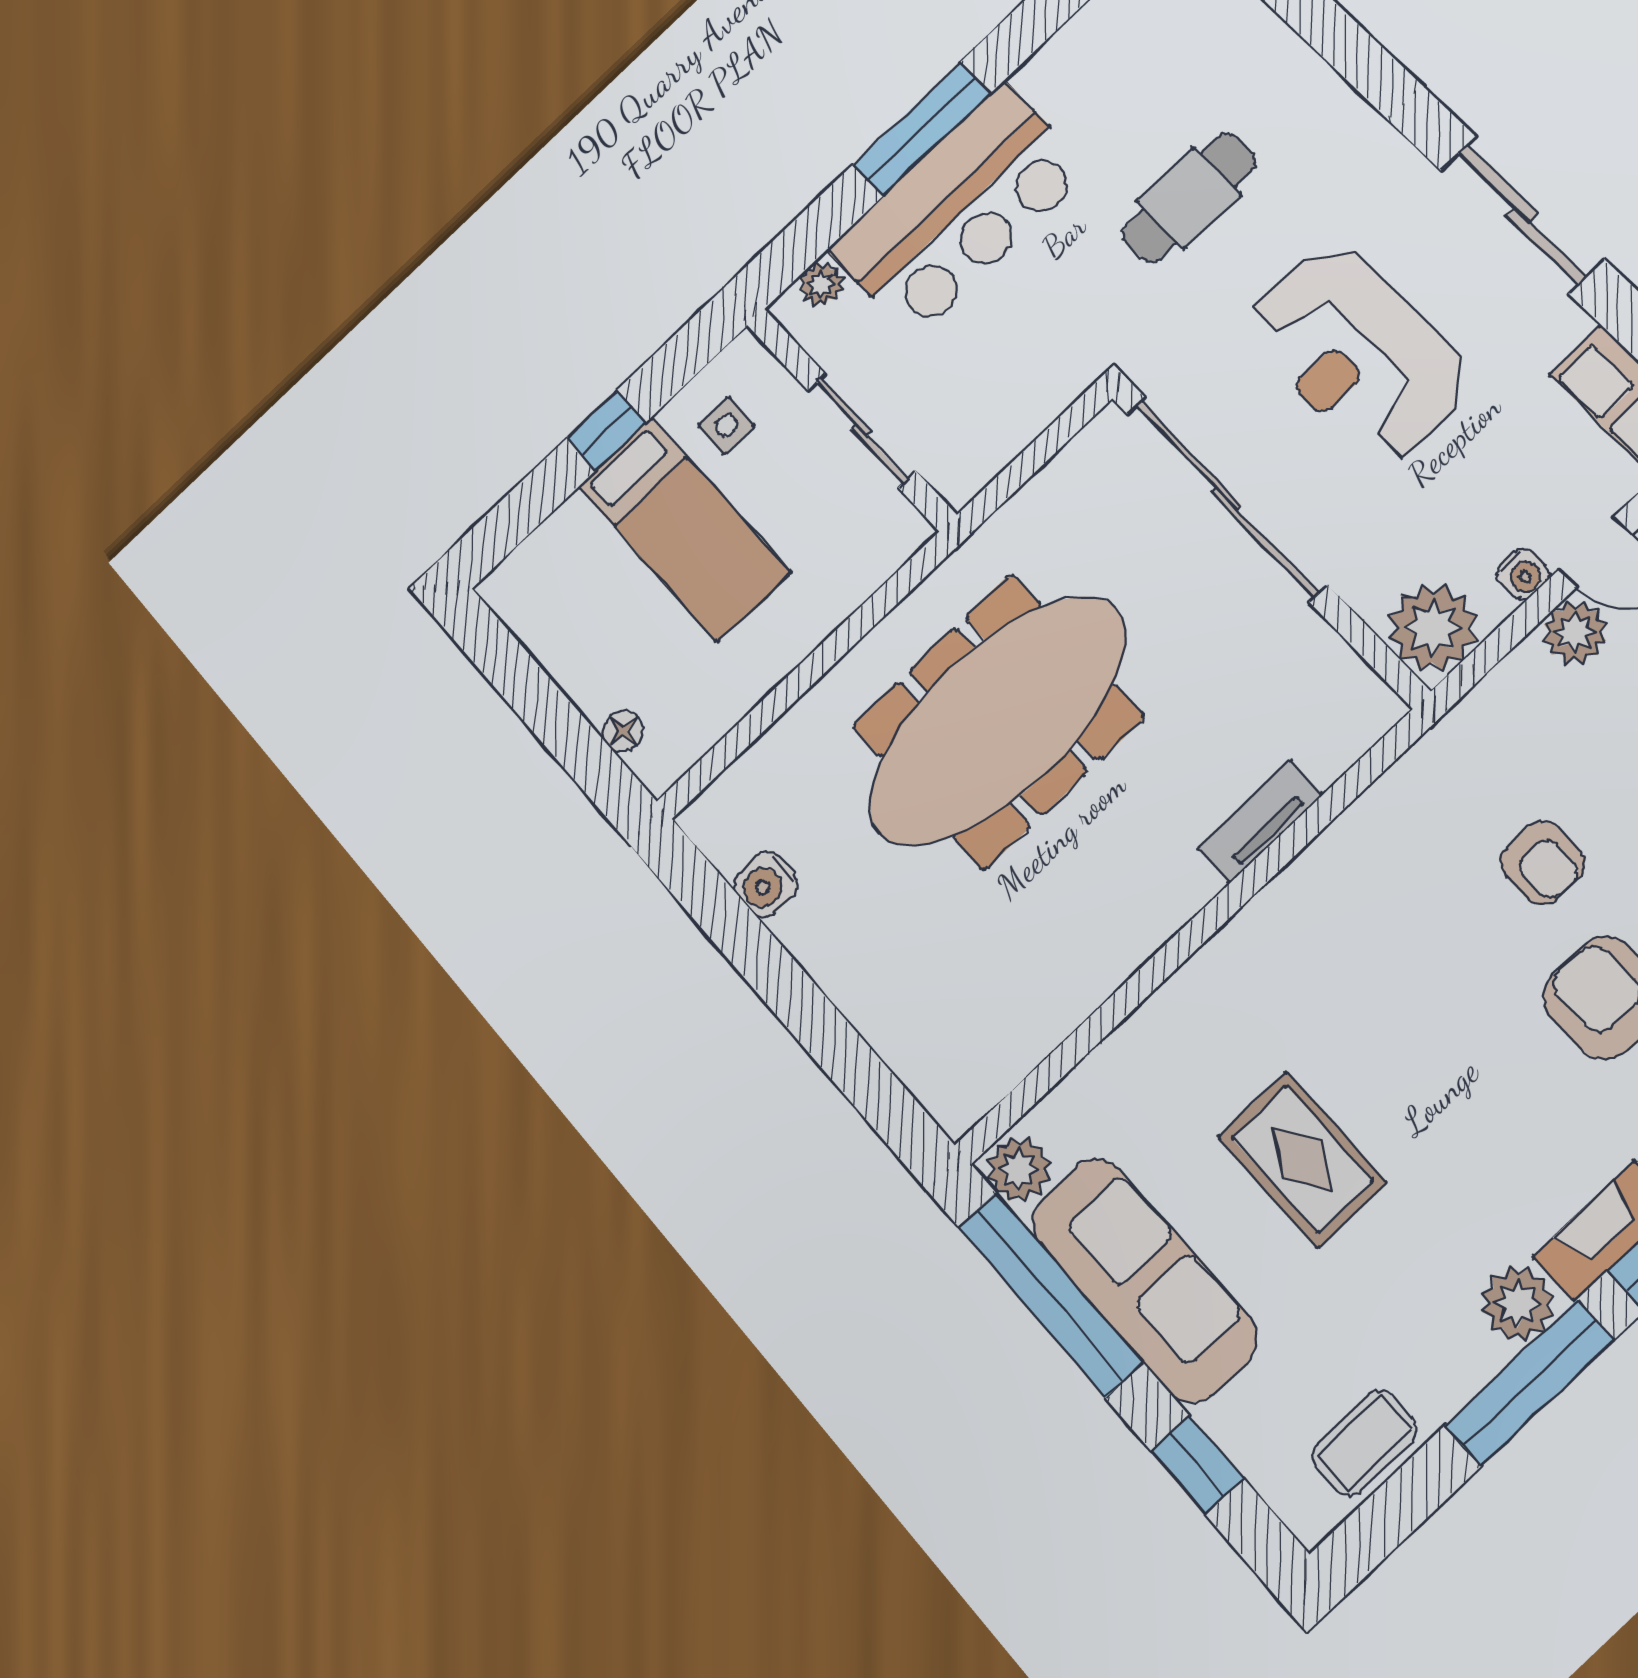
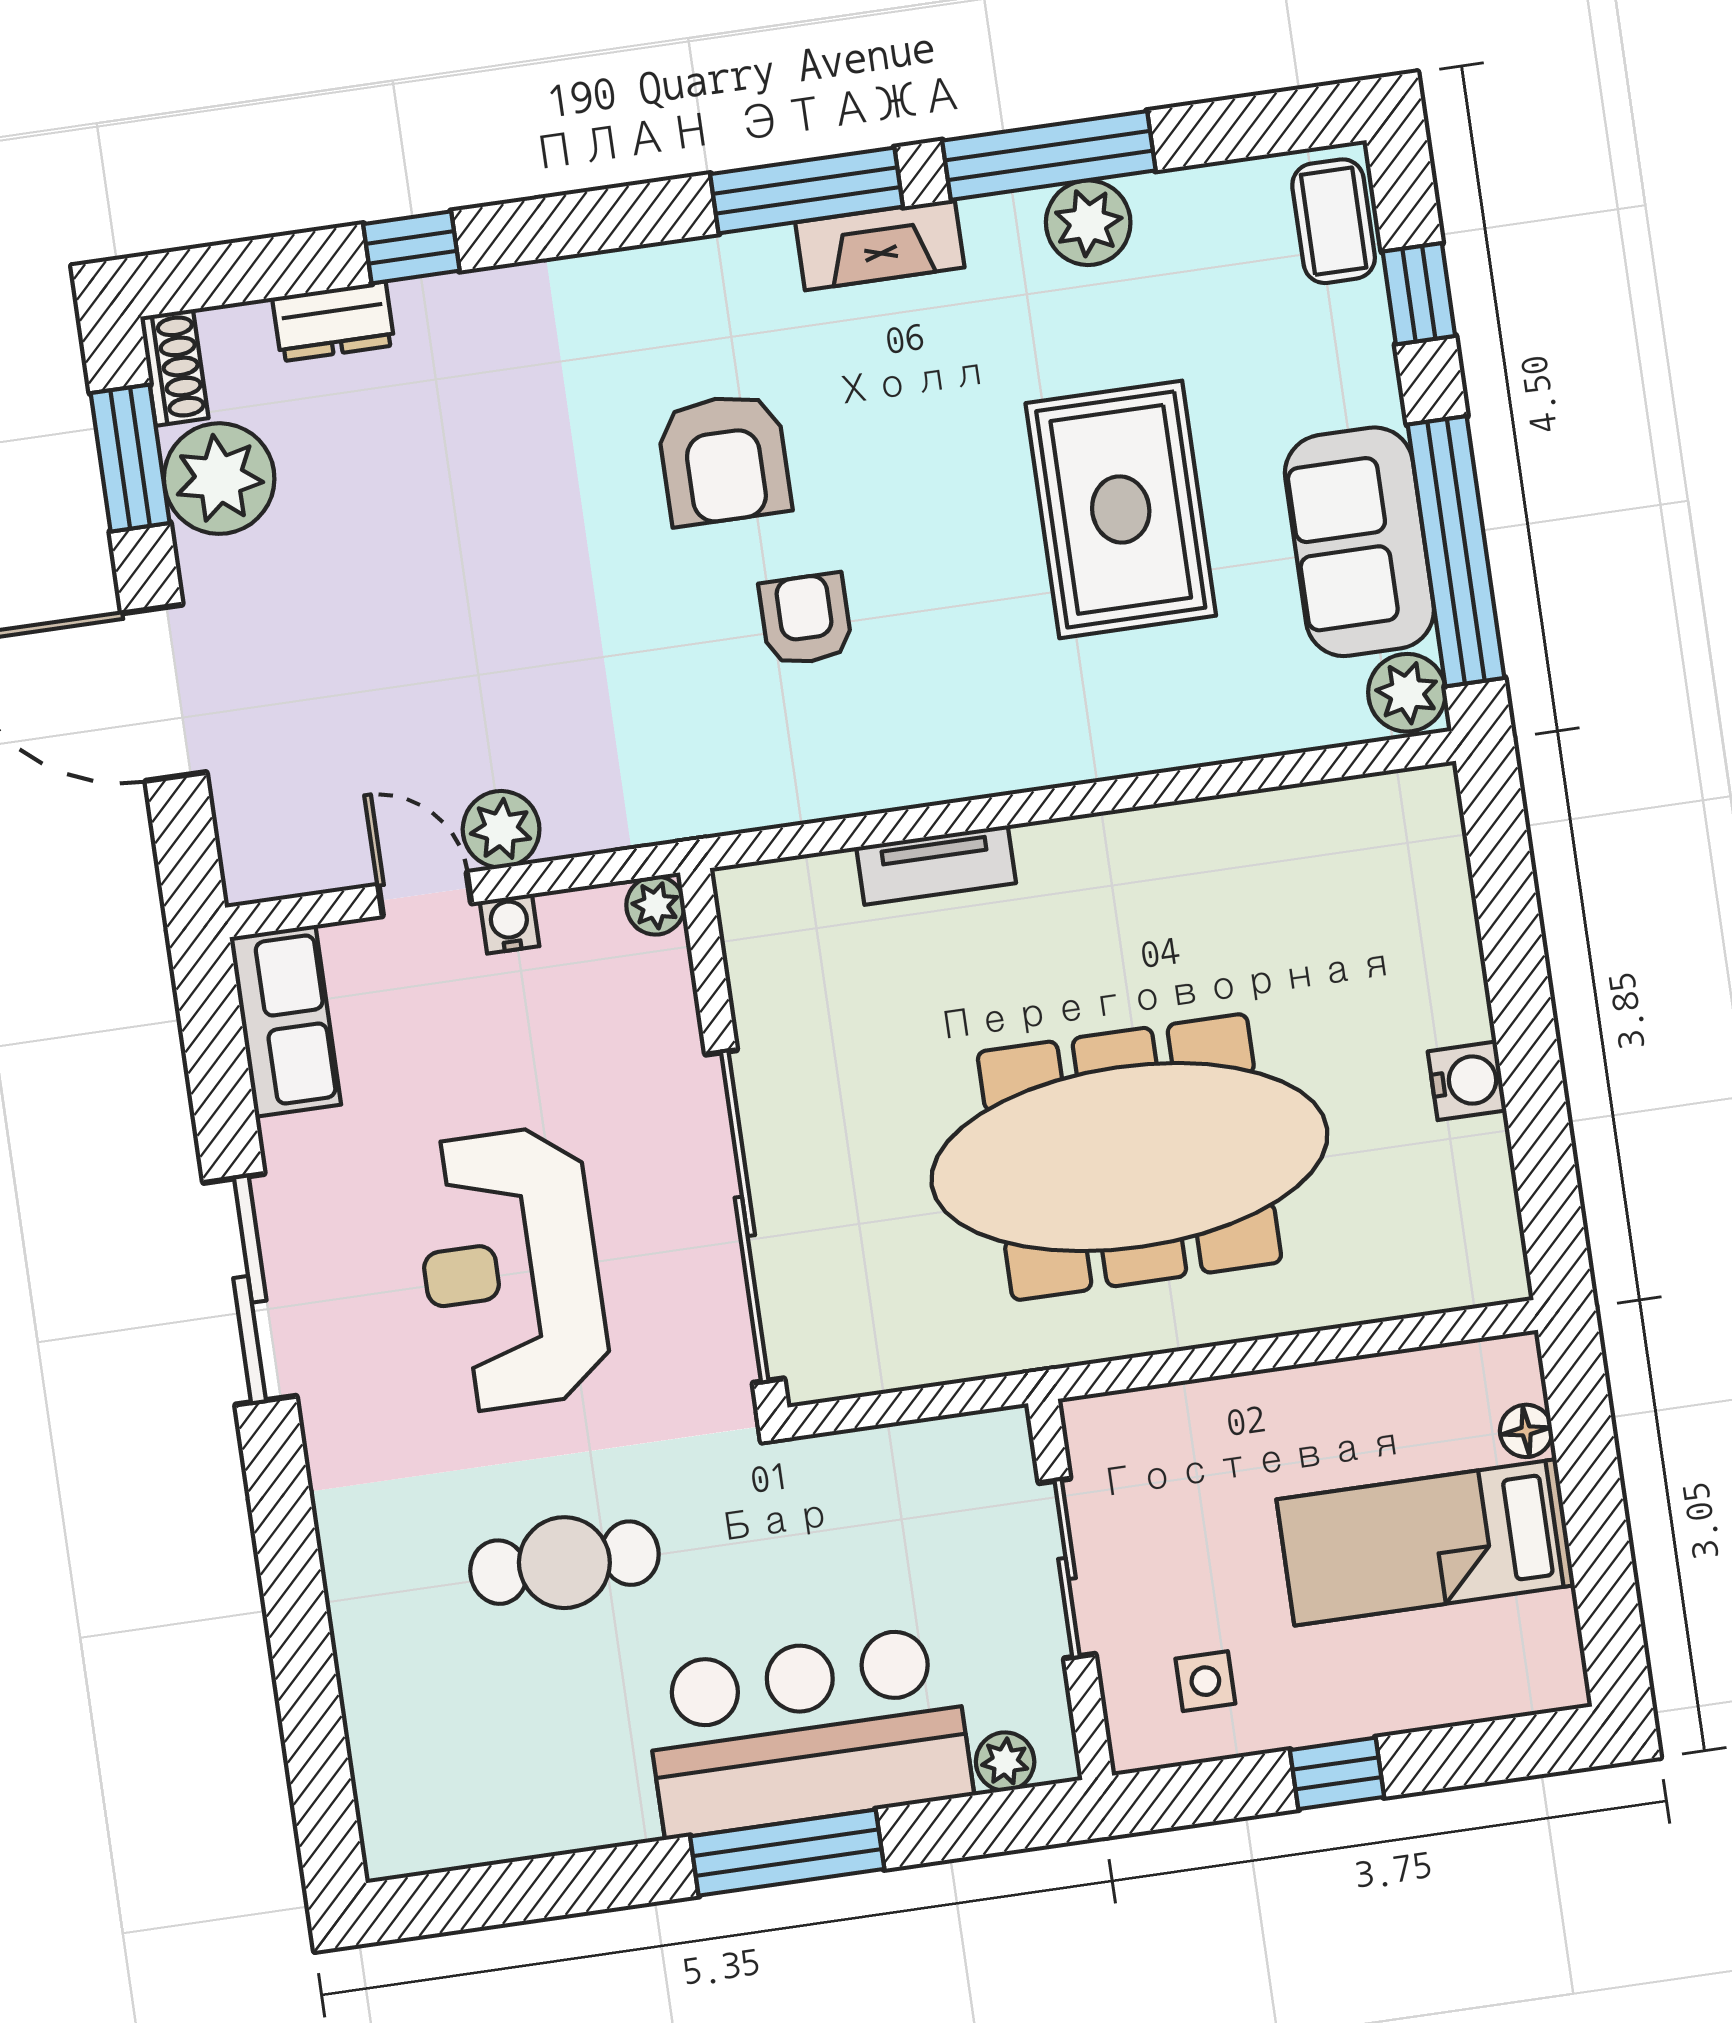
reception desk: (1358, 353) -> (511, 1269), turned 180
bed: (684, 529) -> (1426, 1542), moved, turned -90
plant: (1433, 628) -> (655, 905), width x0.53, depth x0.53
armchair: (1542, 863) -> (806, 619), moved
water cooler: (766, 884) -> (1467, 1081), moved
rug: (1302, 1159) -> (1121, 509), width x1.36, depth x1.43
sofa: (1144, 1280) -> (1359, 542), width x0.73
plant: (1518, 1304) -> (1088, 223), moved
coffee table: (1364, 1443) -> (1334, 221), moved, turned 90

